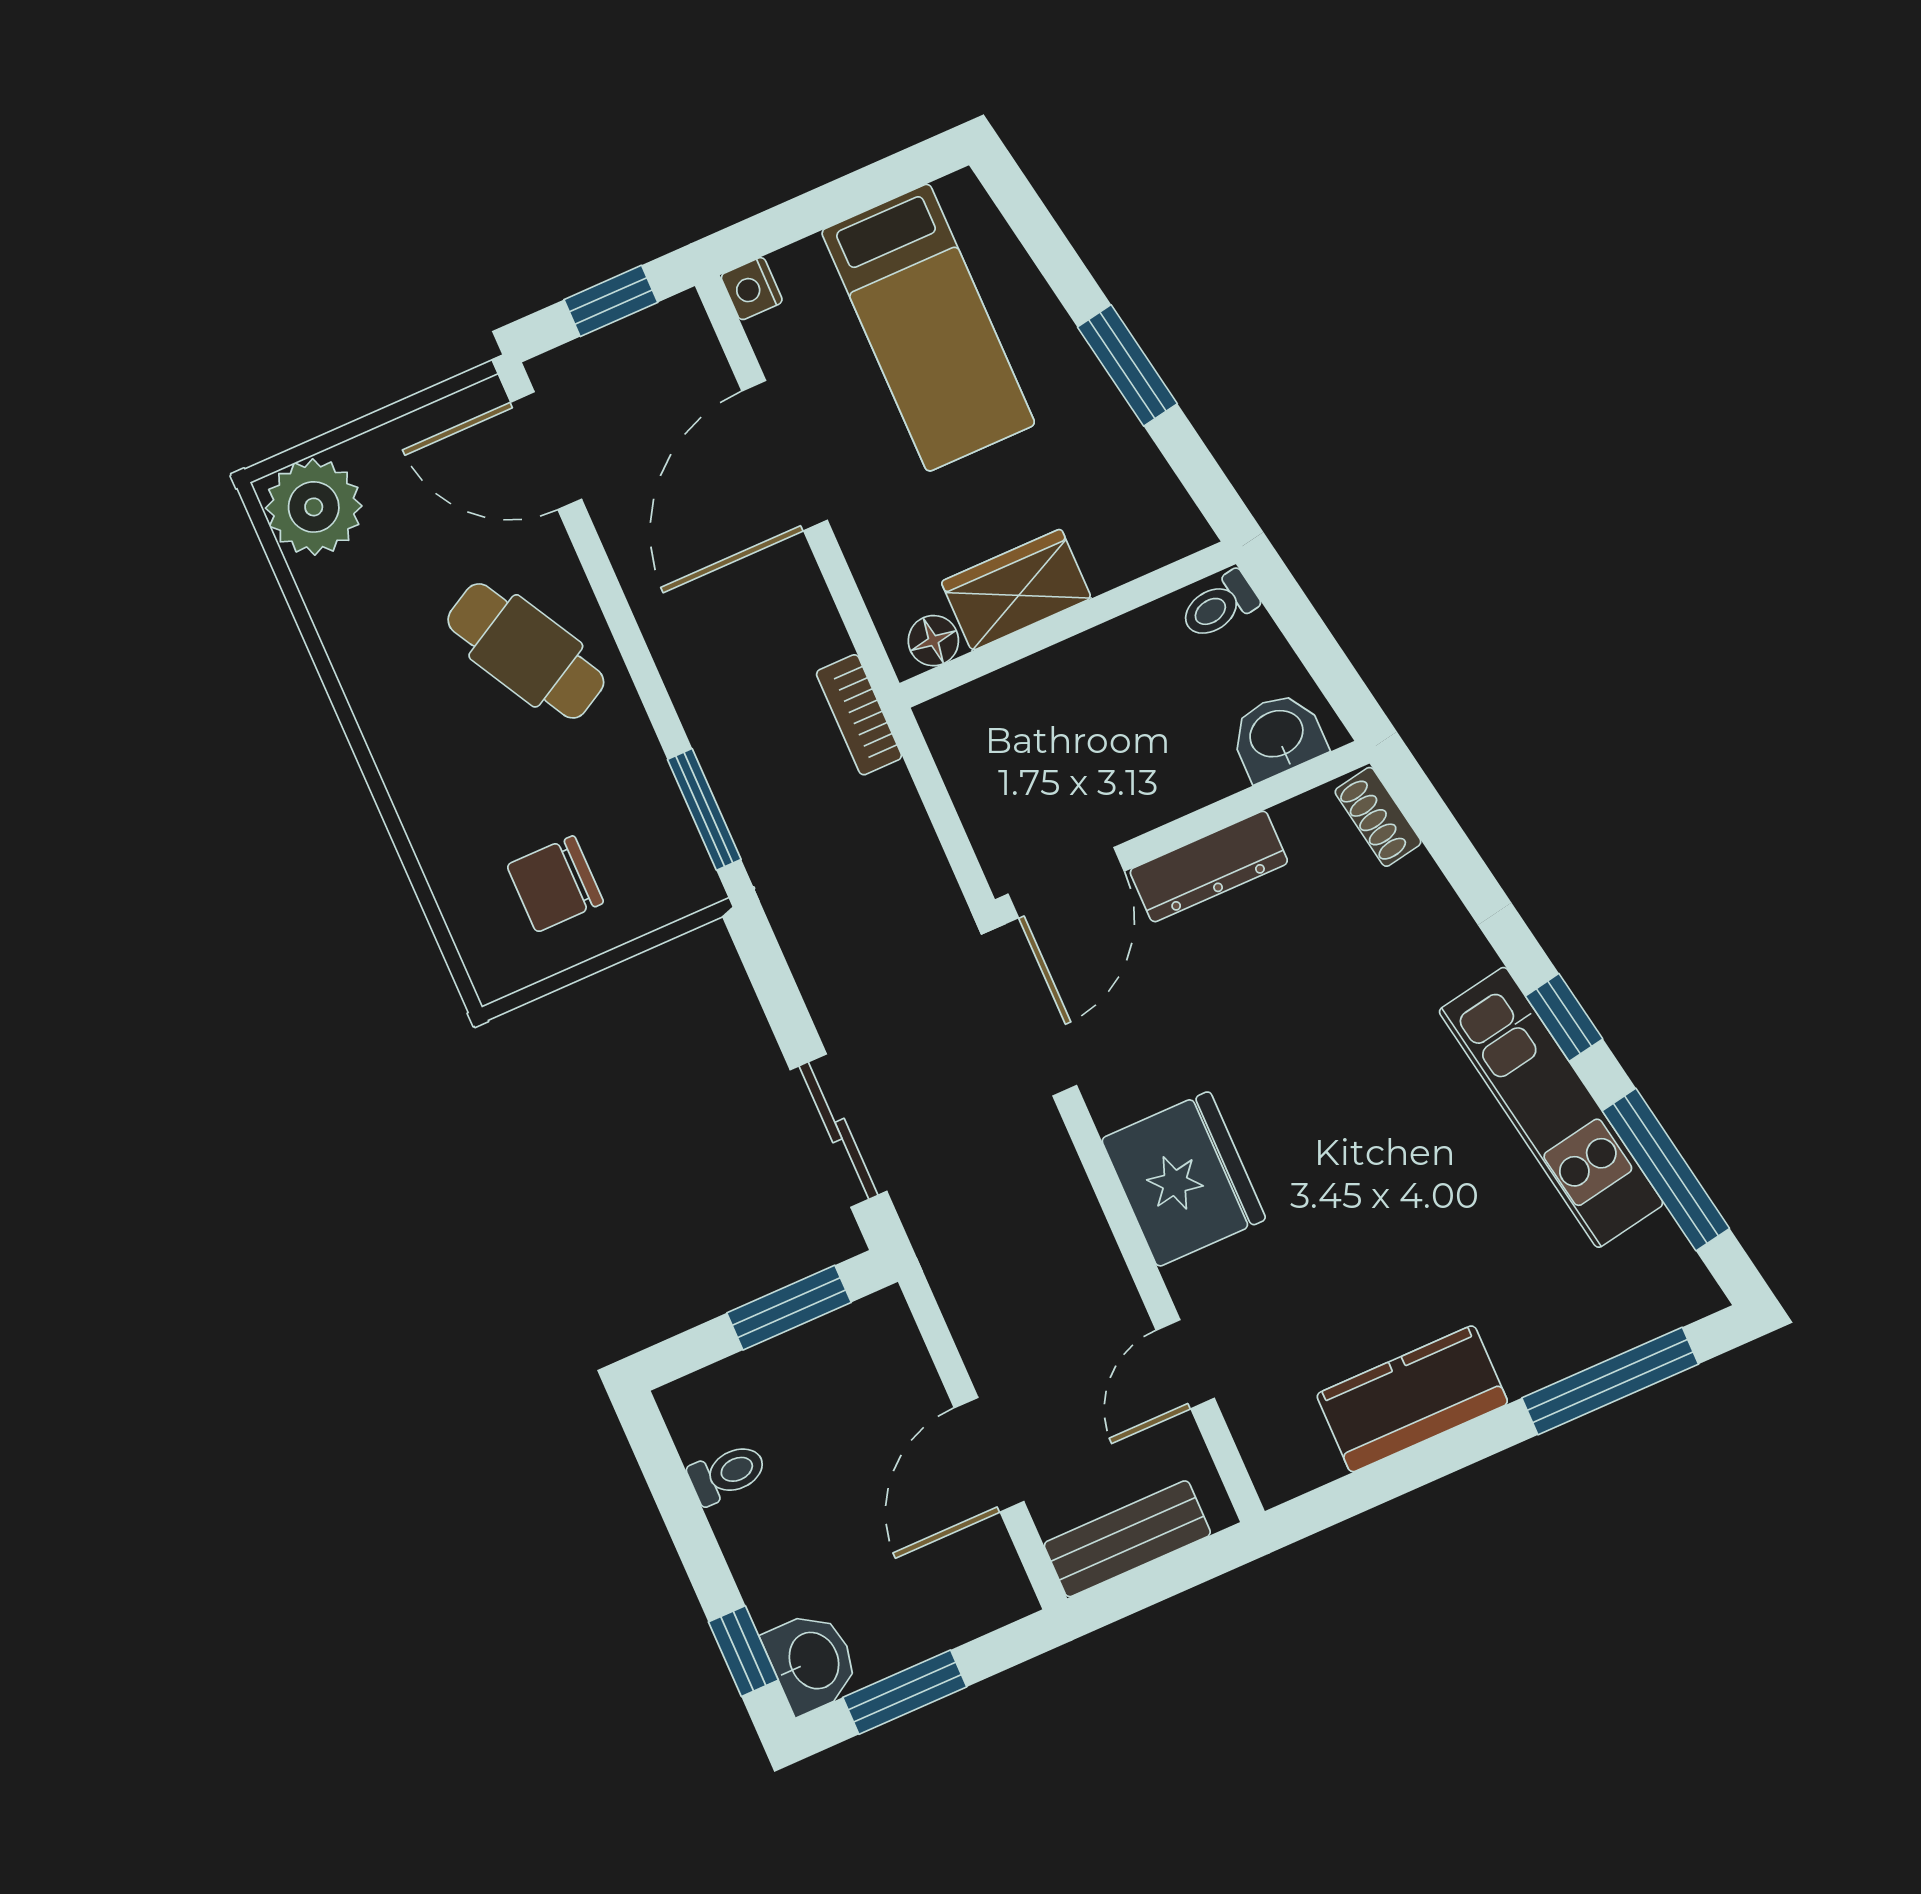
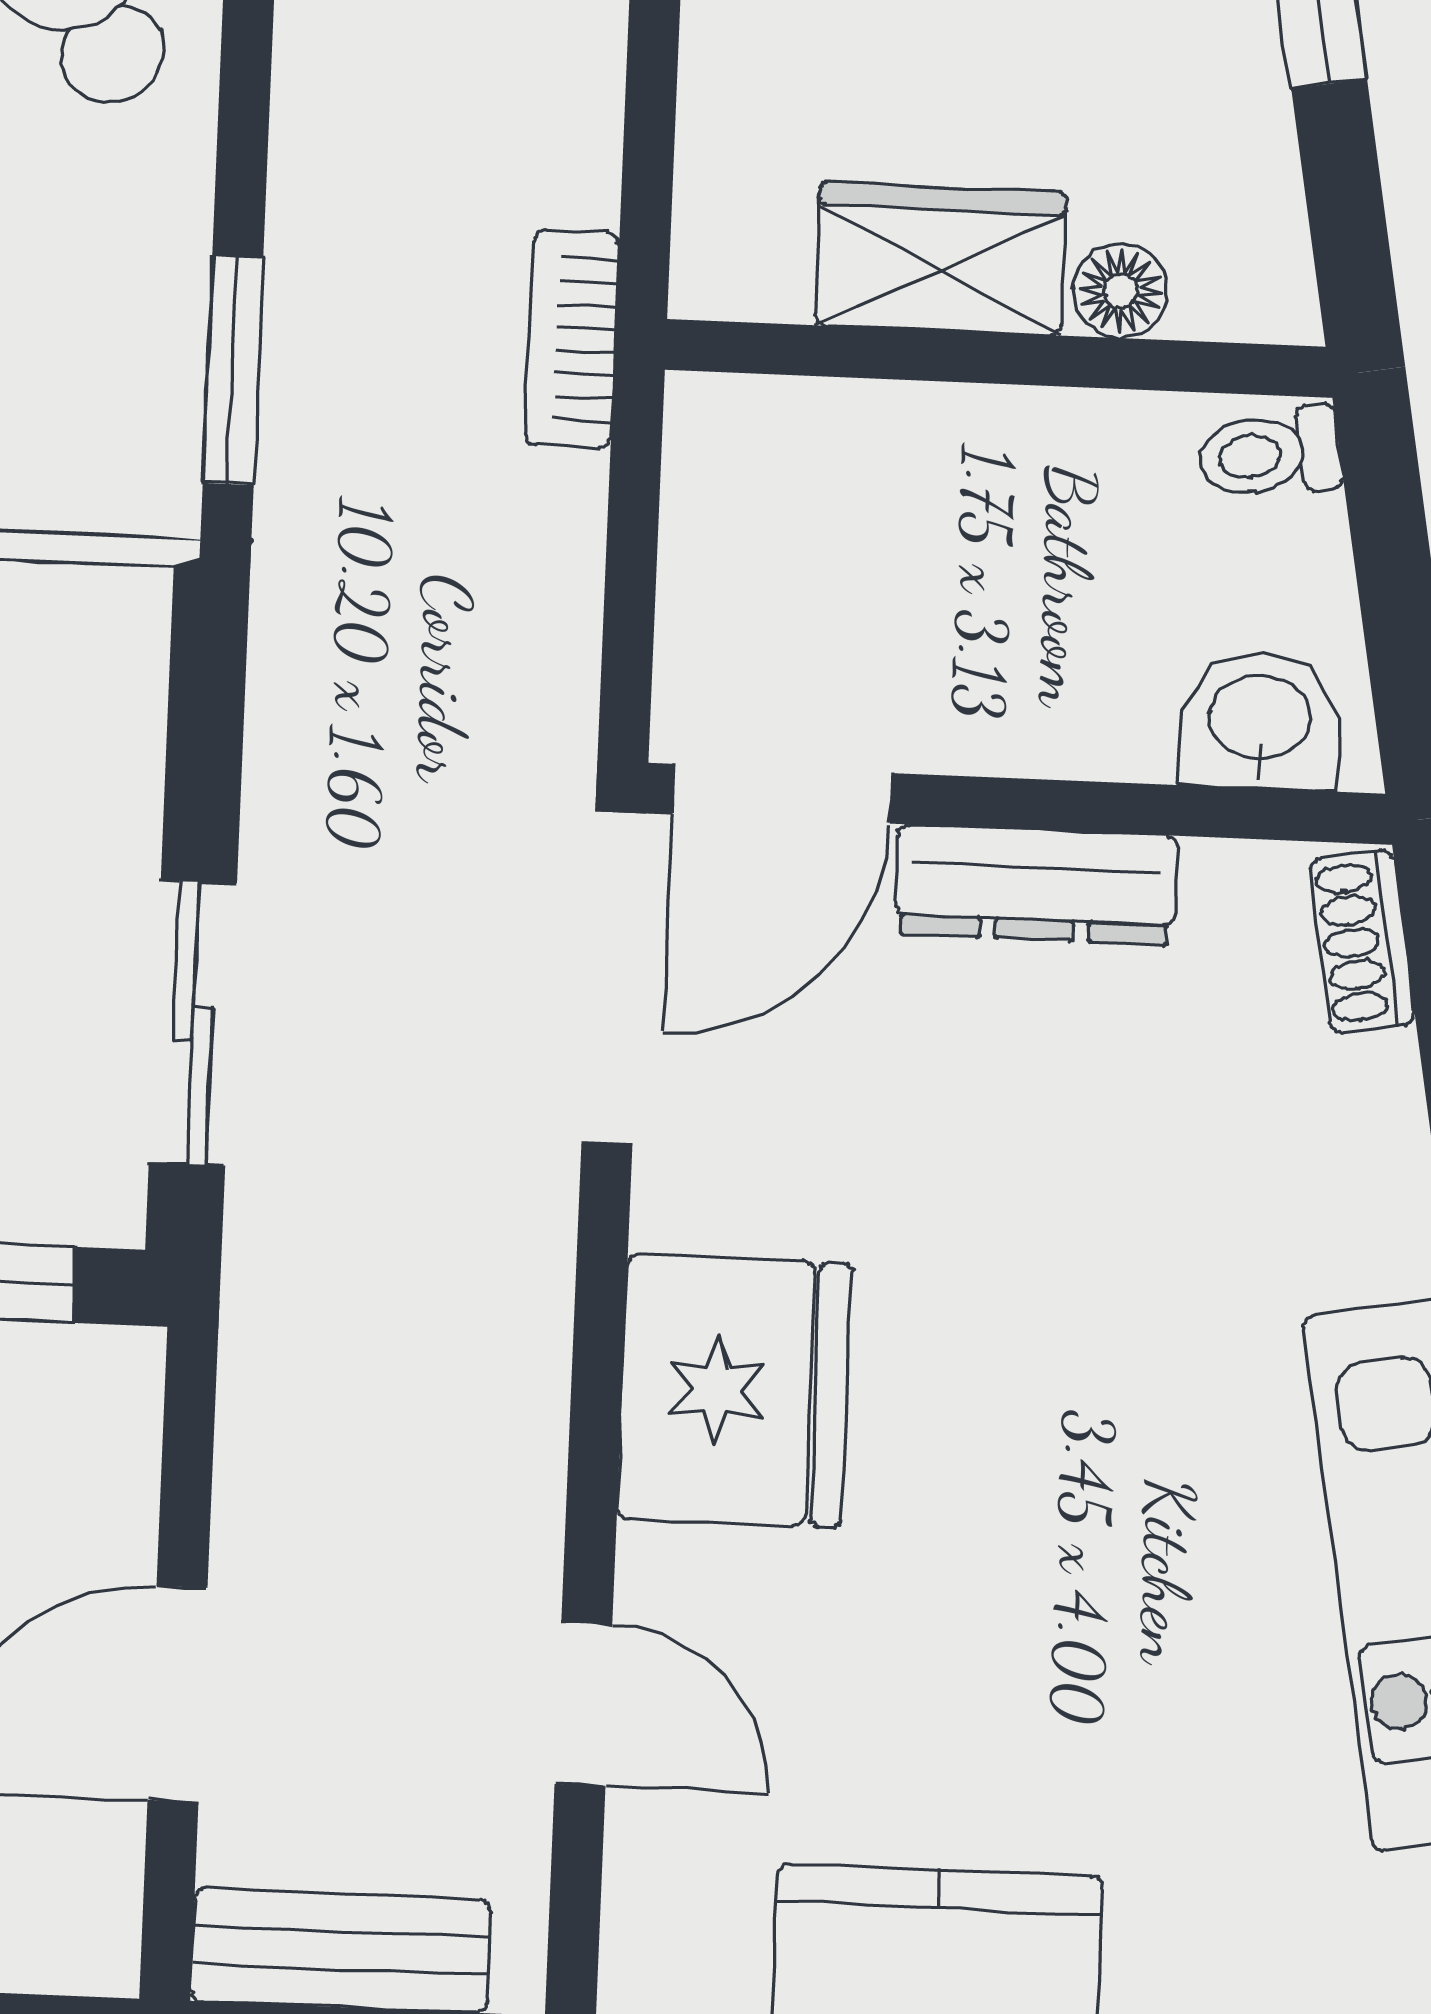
floor lamp: (933, 641) -> (1120, 291), moved
door: (1185, 1364) -> (583, 1704), swing flipped

